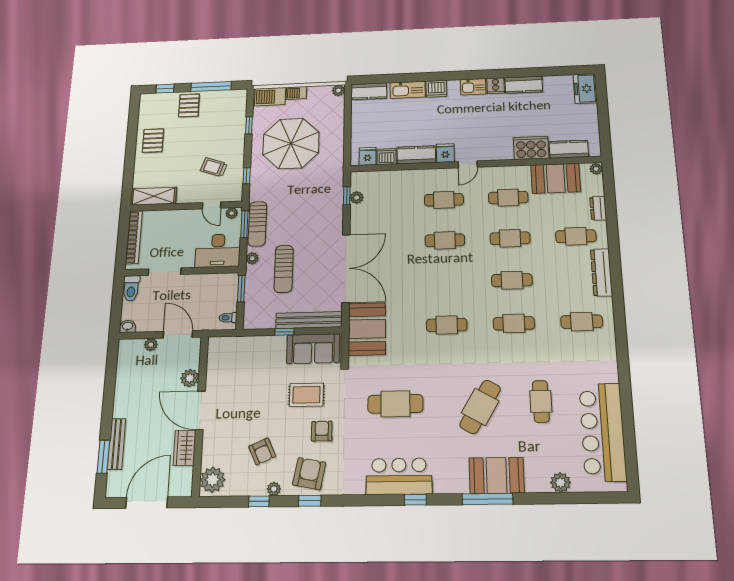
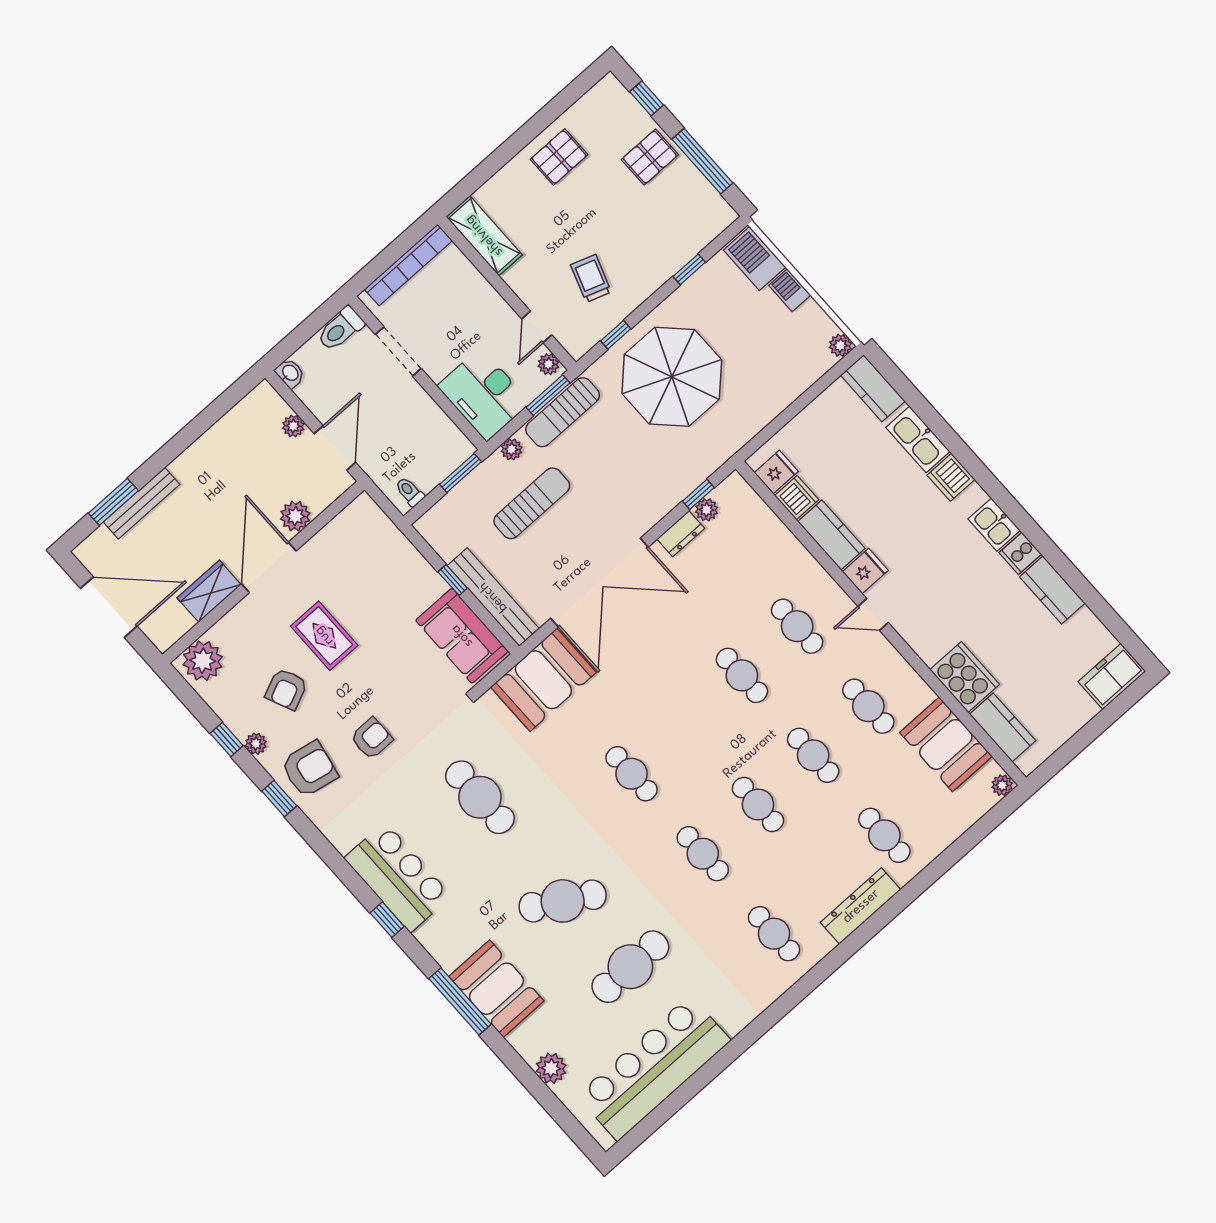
parasol: (291, 143) -> (672, 377), moved
dresser: (598, 208) -> (681, 534), moved, turned 180
sun lounger: (284, 269) -> (532, 503), turned 180
rug: (306, 395) -> (324, 636), moved
cafe table: (541, 401) -> (630, 967), width x1.37, depth x1.35

